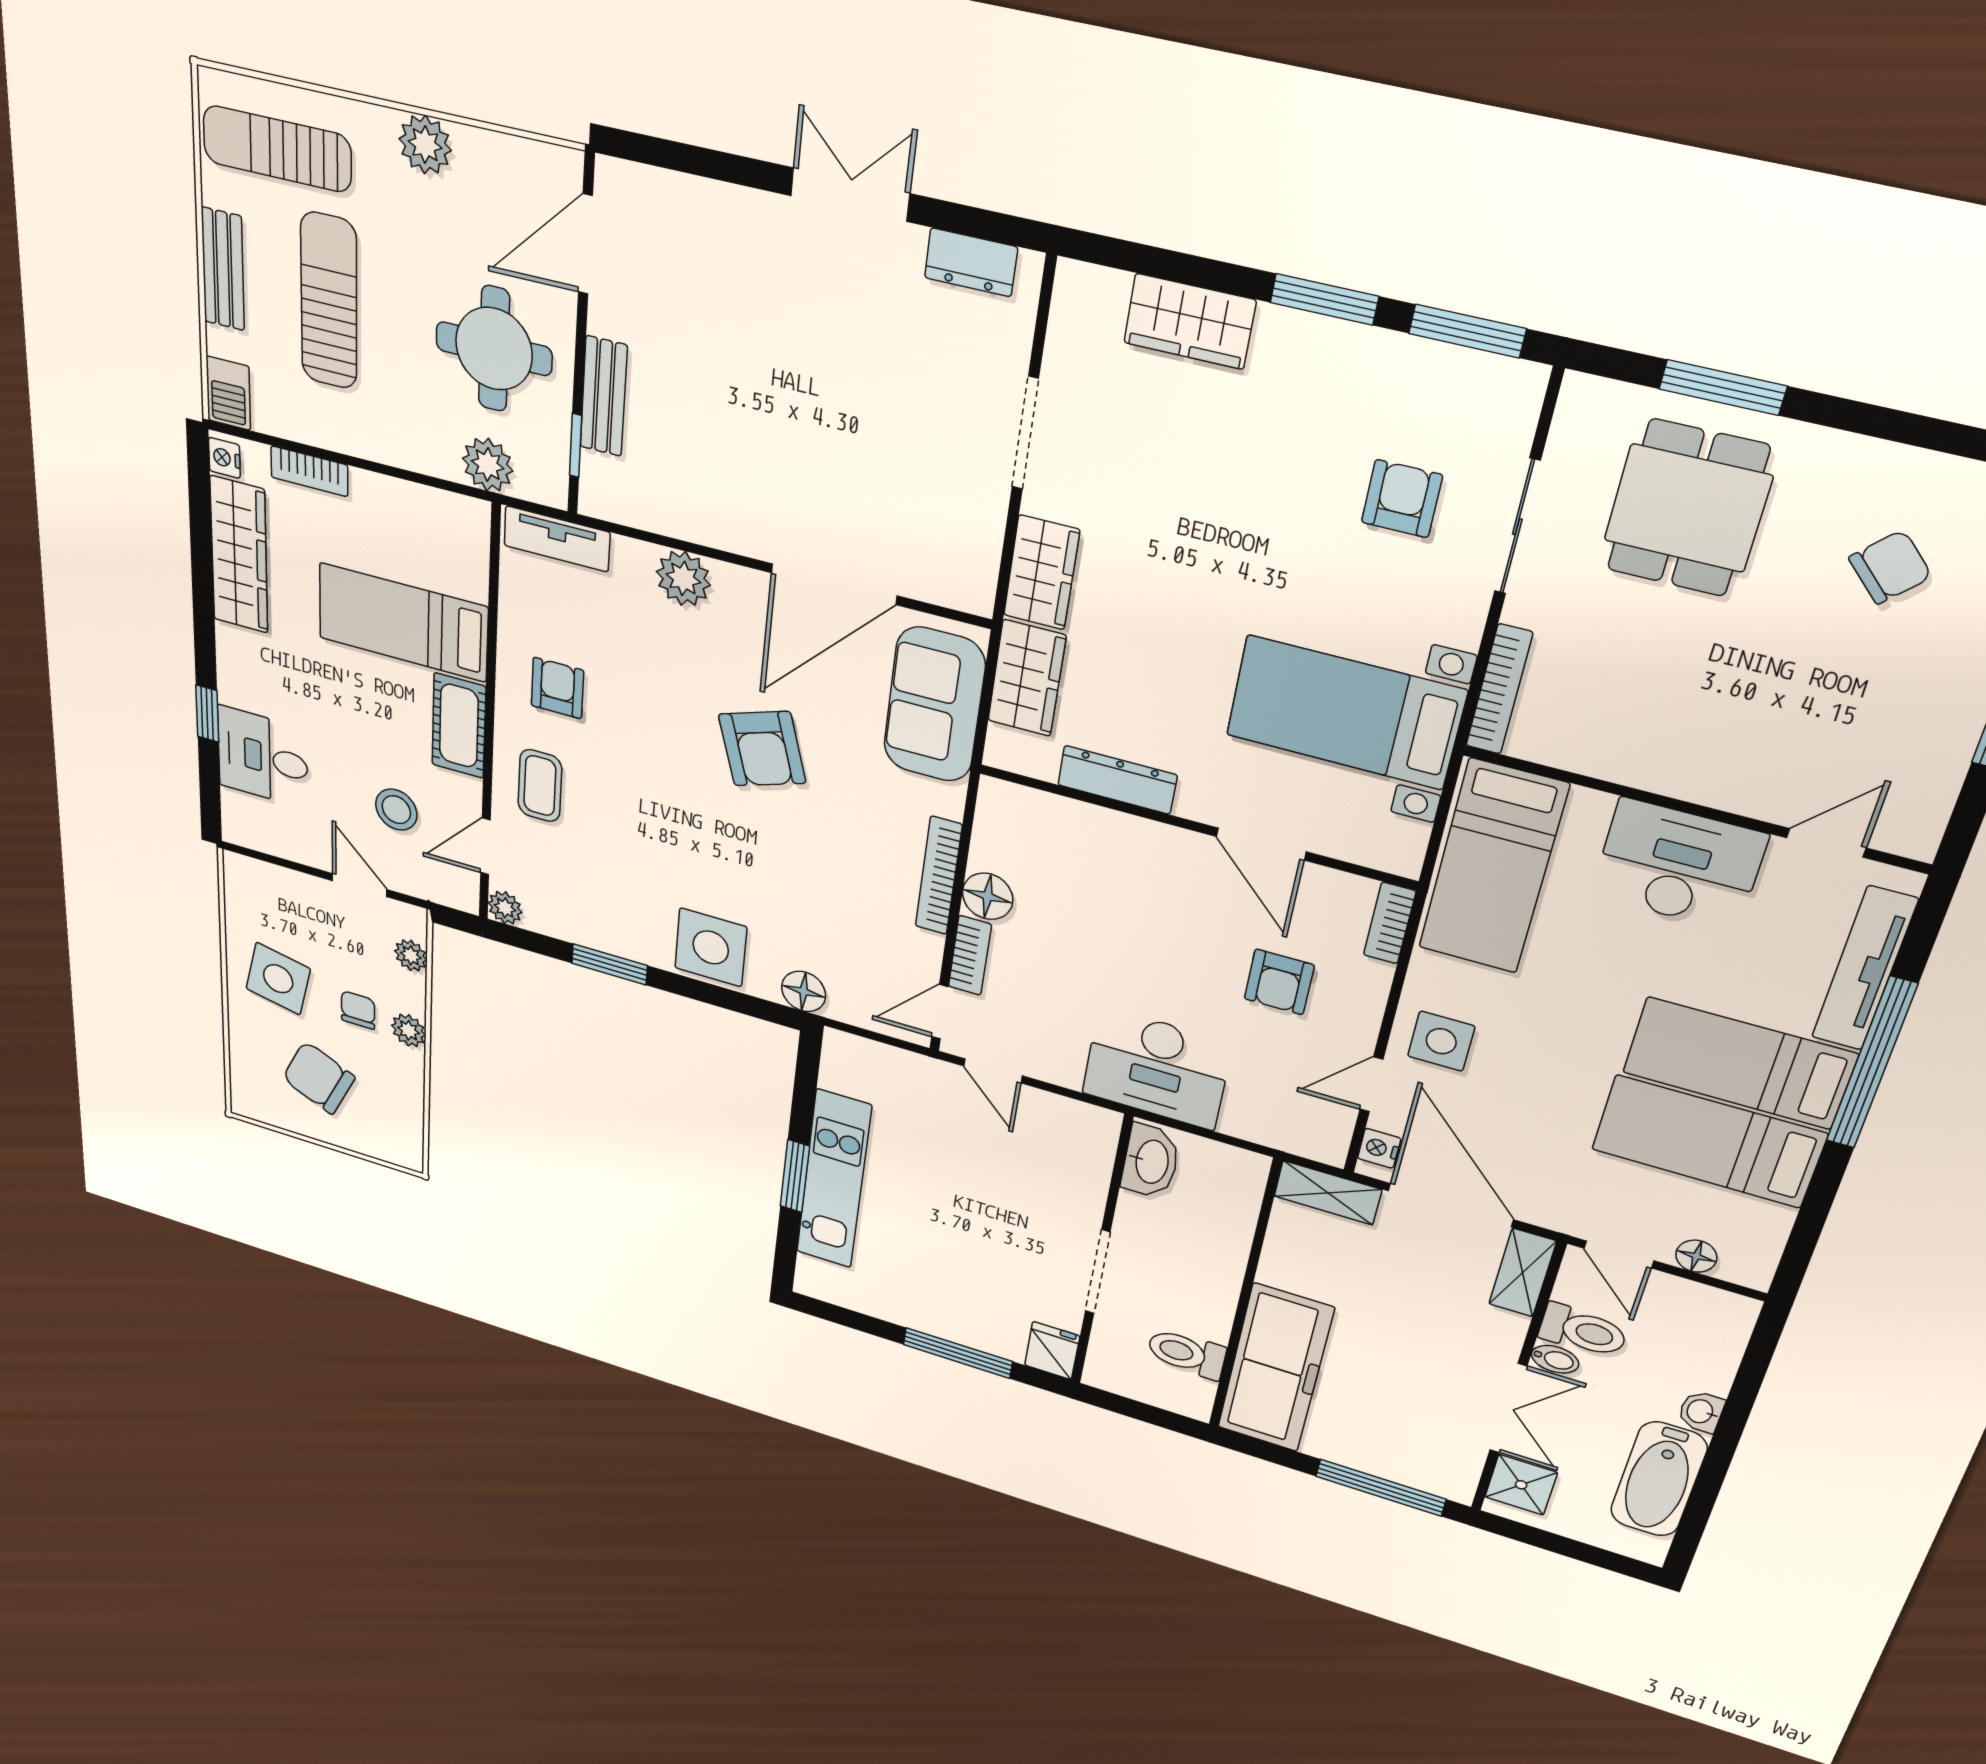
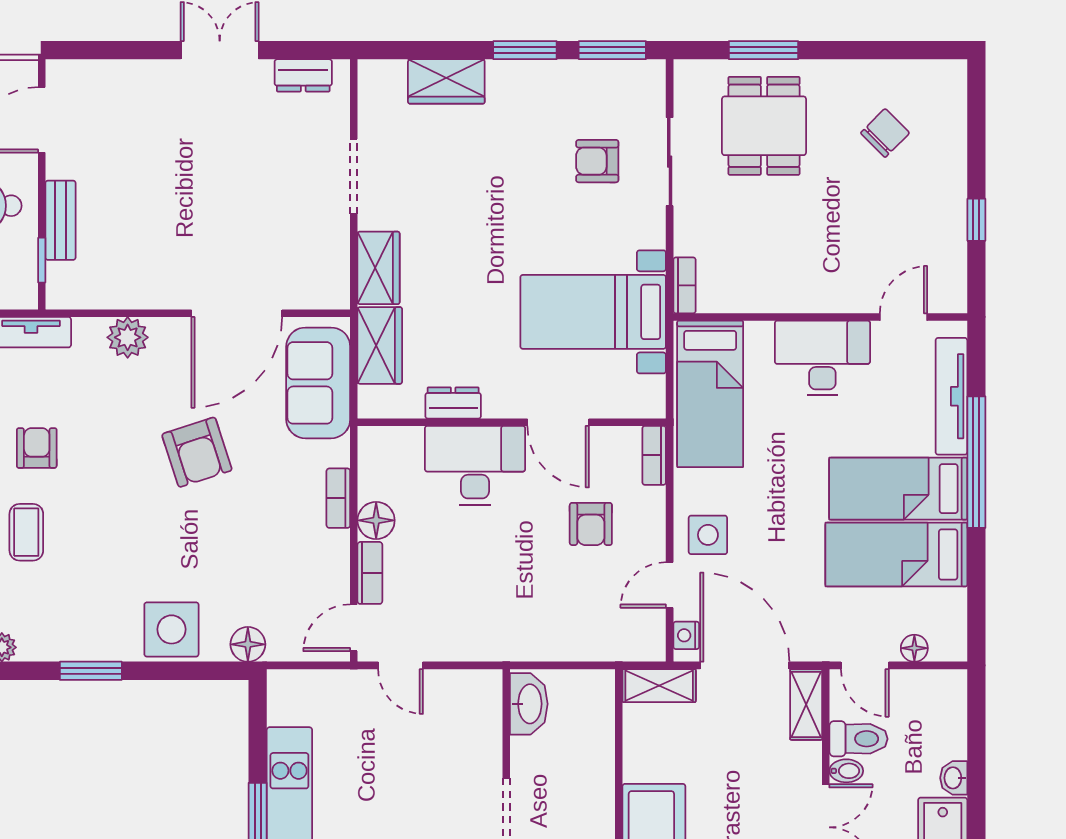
armchair: (1402, 499) -> (597, 161), turned -90
bookcase: (1499, 689) -> (684, 285), width x0.64
dresser: (1117, 780) -> (453, 403), width x0.70
bookcase: (939, 876) -> (338, 498), width x0.64
desk: (1157, 1068) -> (475, 465), moved, turned 180

